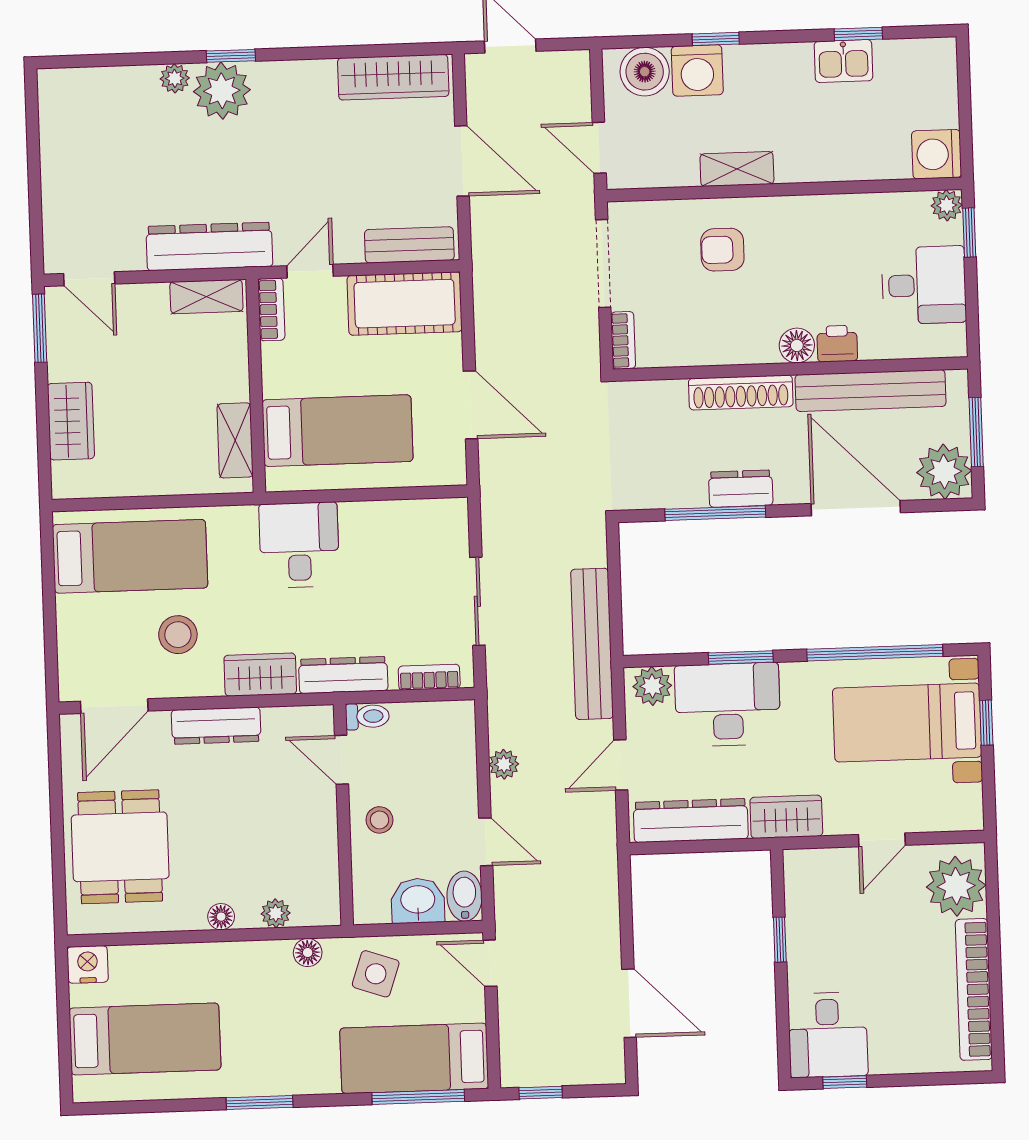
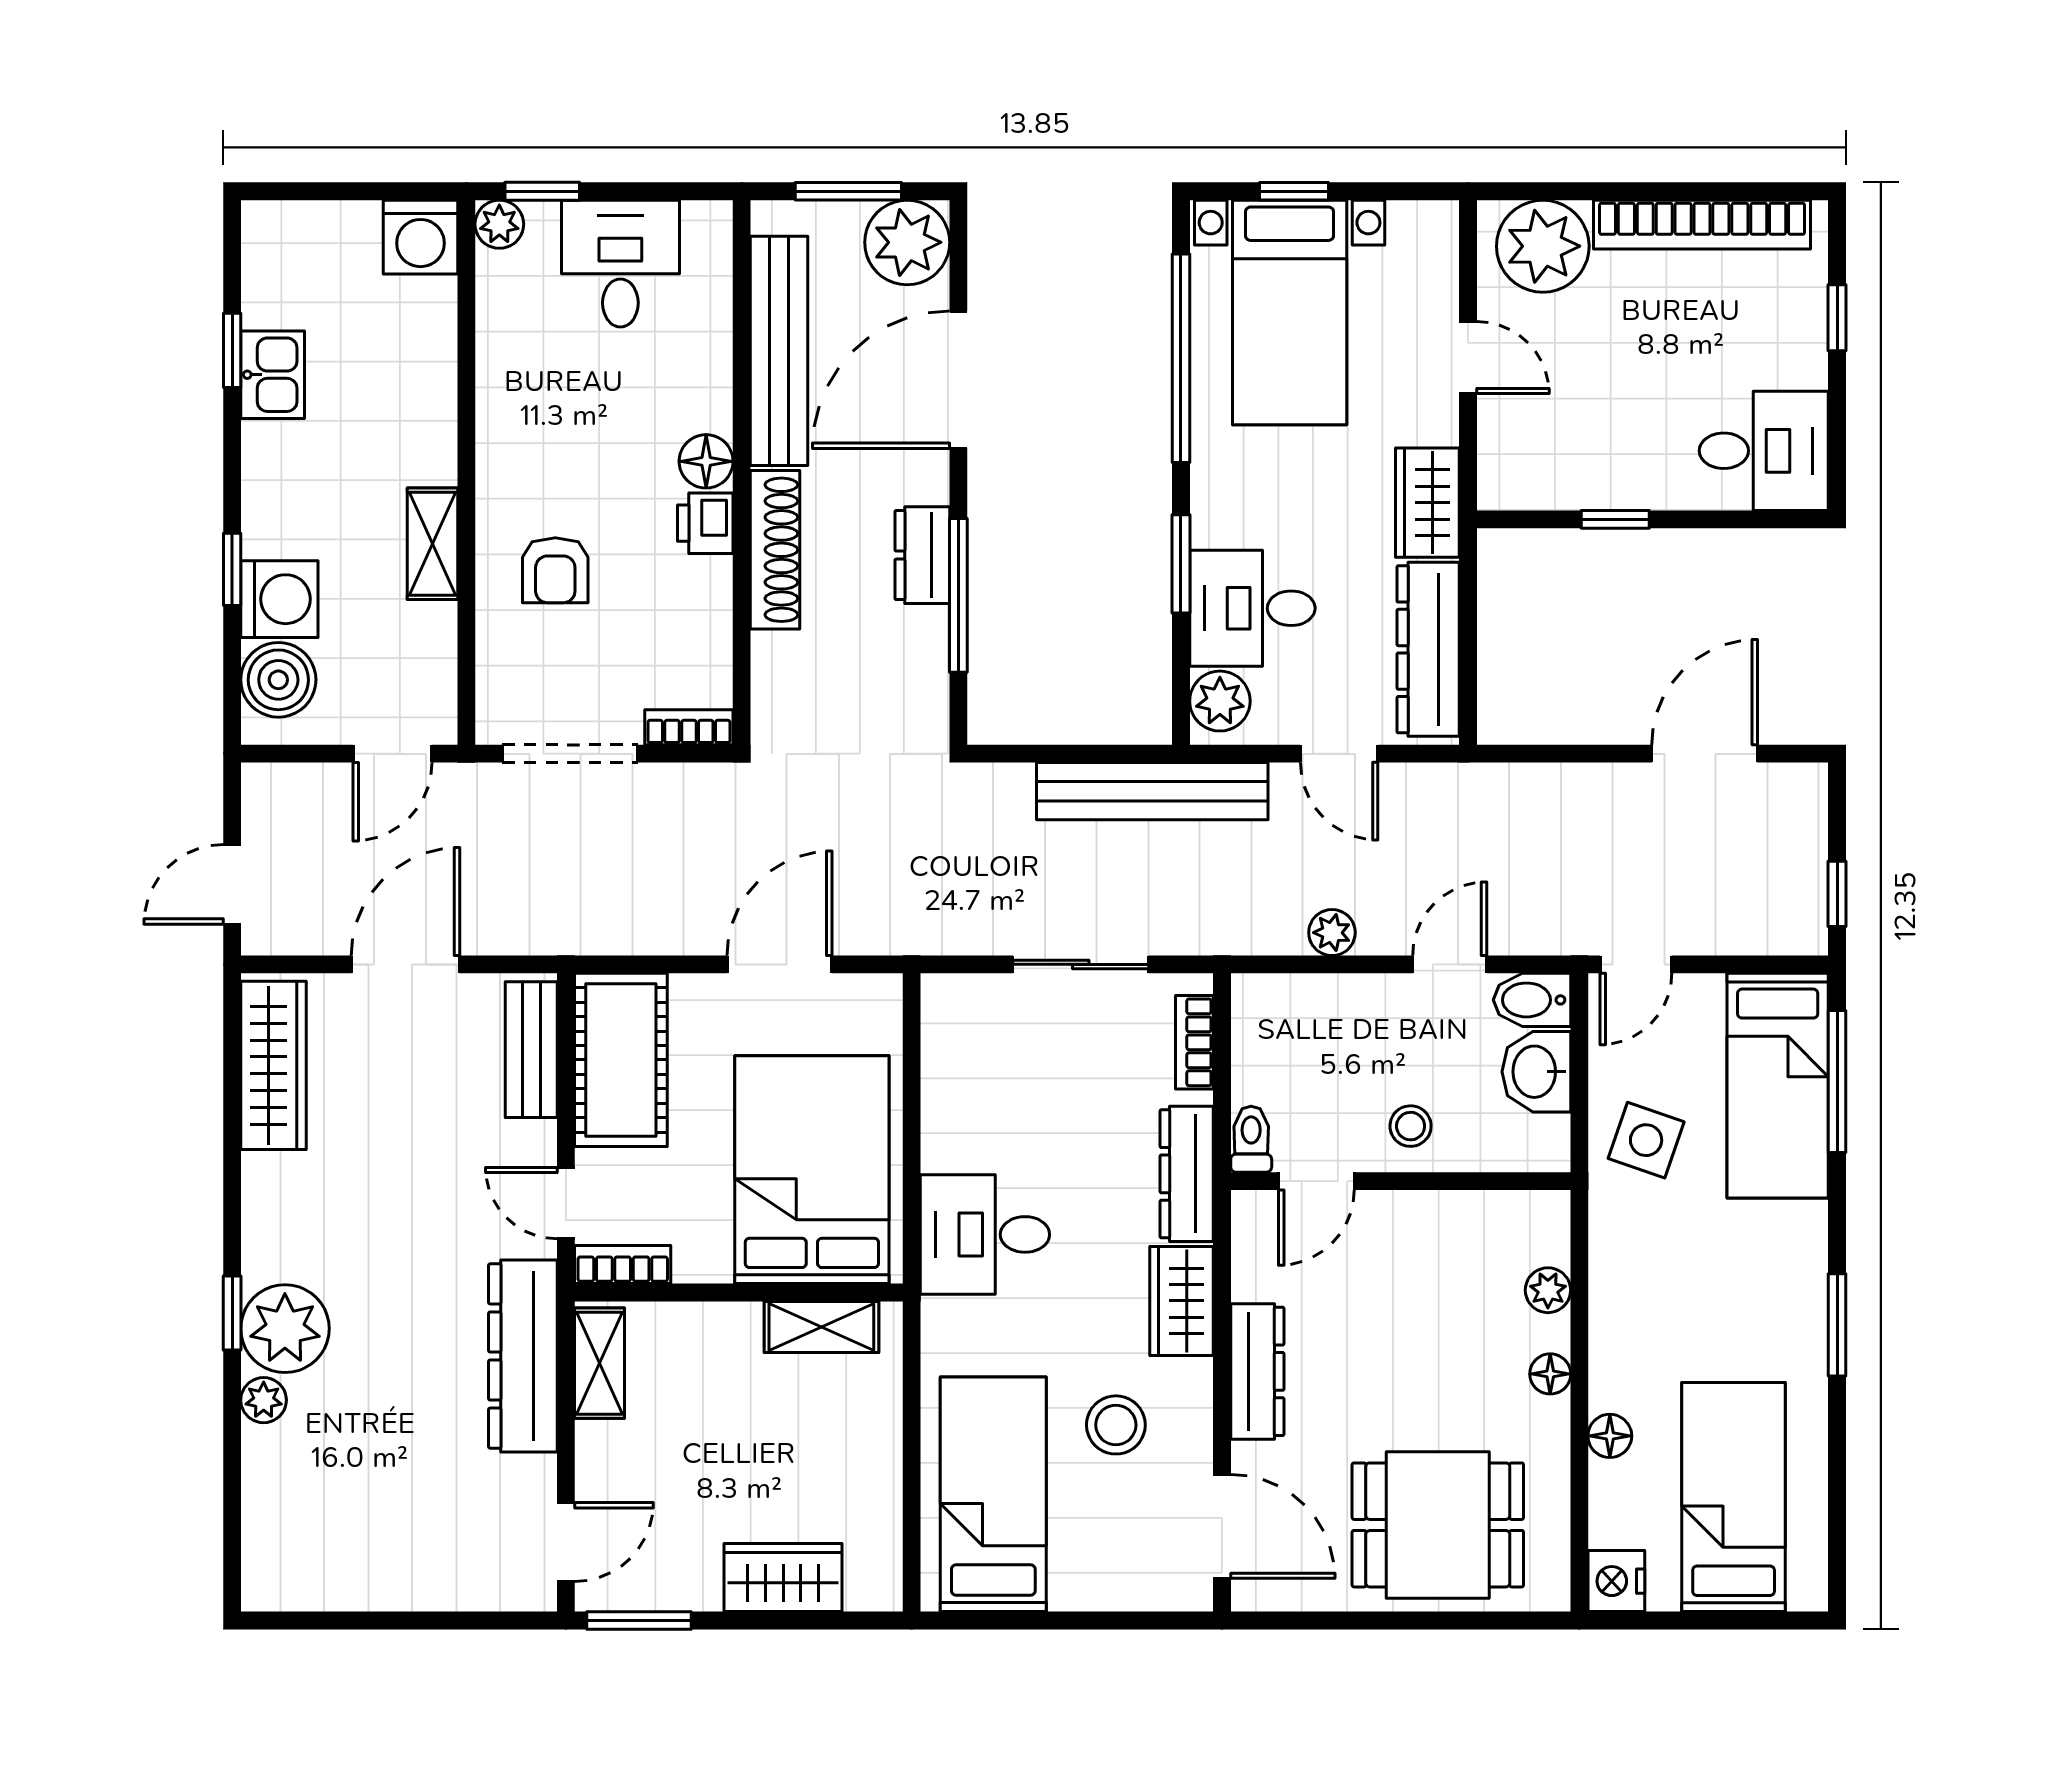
printer: (837, 344) -> (705, 523), moved
bed: (337, 431) -> (812, 1170), width x1.50
desk: (728, 705) -> (1252, 608), width x0.73
floor lamp: (308, 953) -> (1610, 1436), moved
window: (845, 1082) -> (1837, 318), moved

